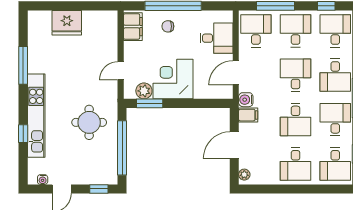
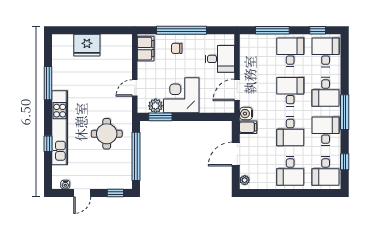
desk: (256, 31) -> (255, 52), removed

